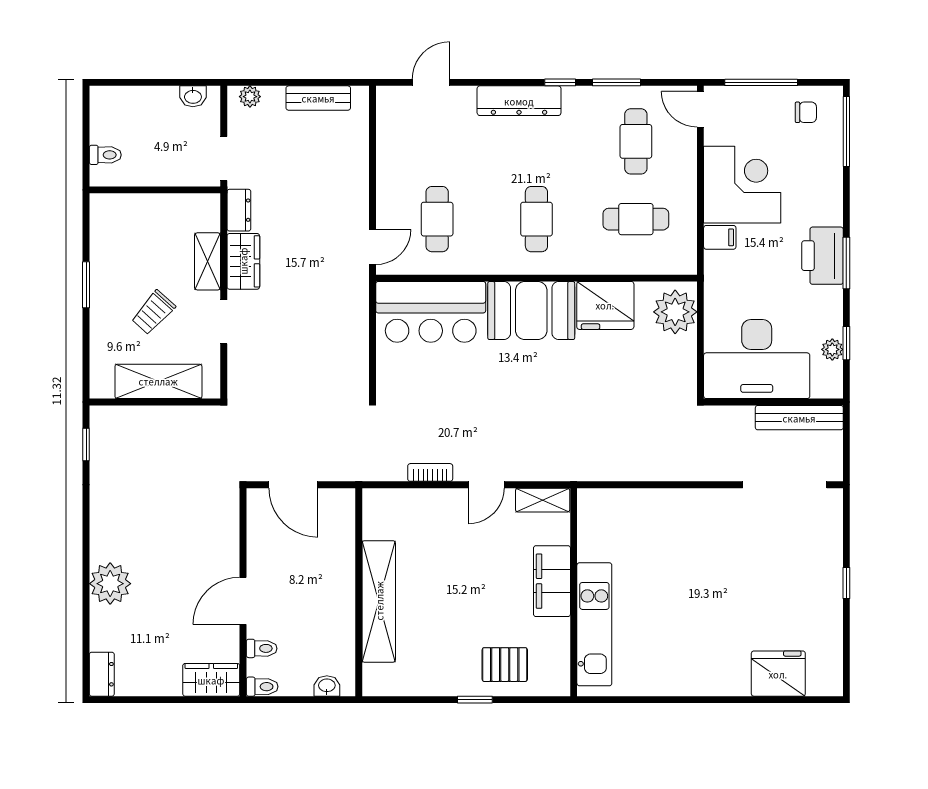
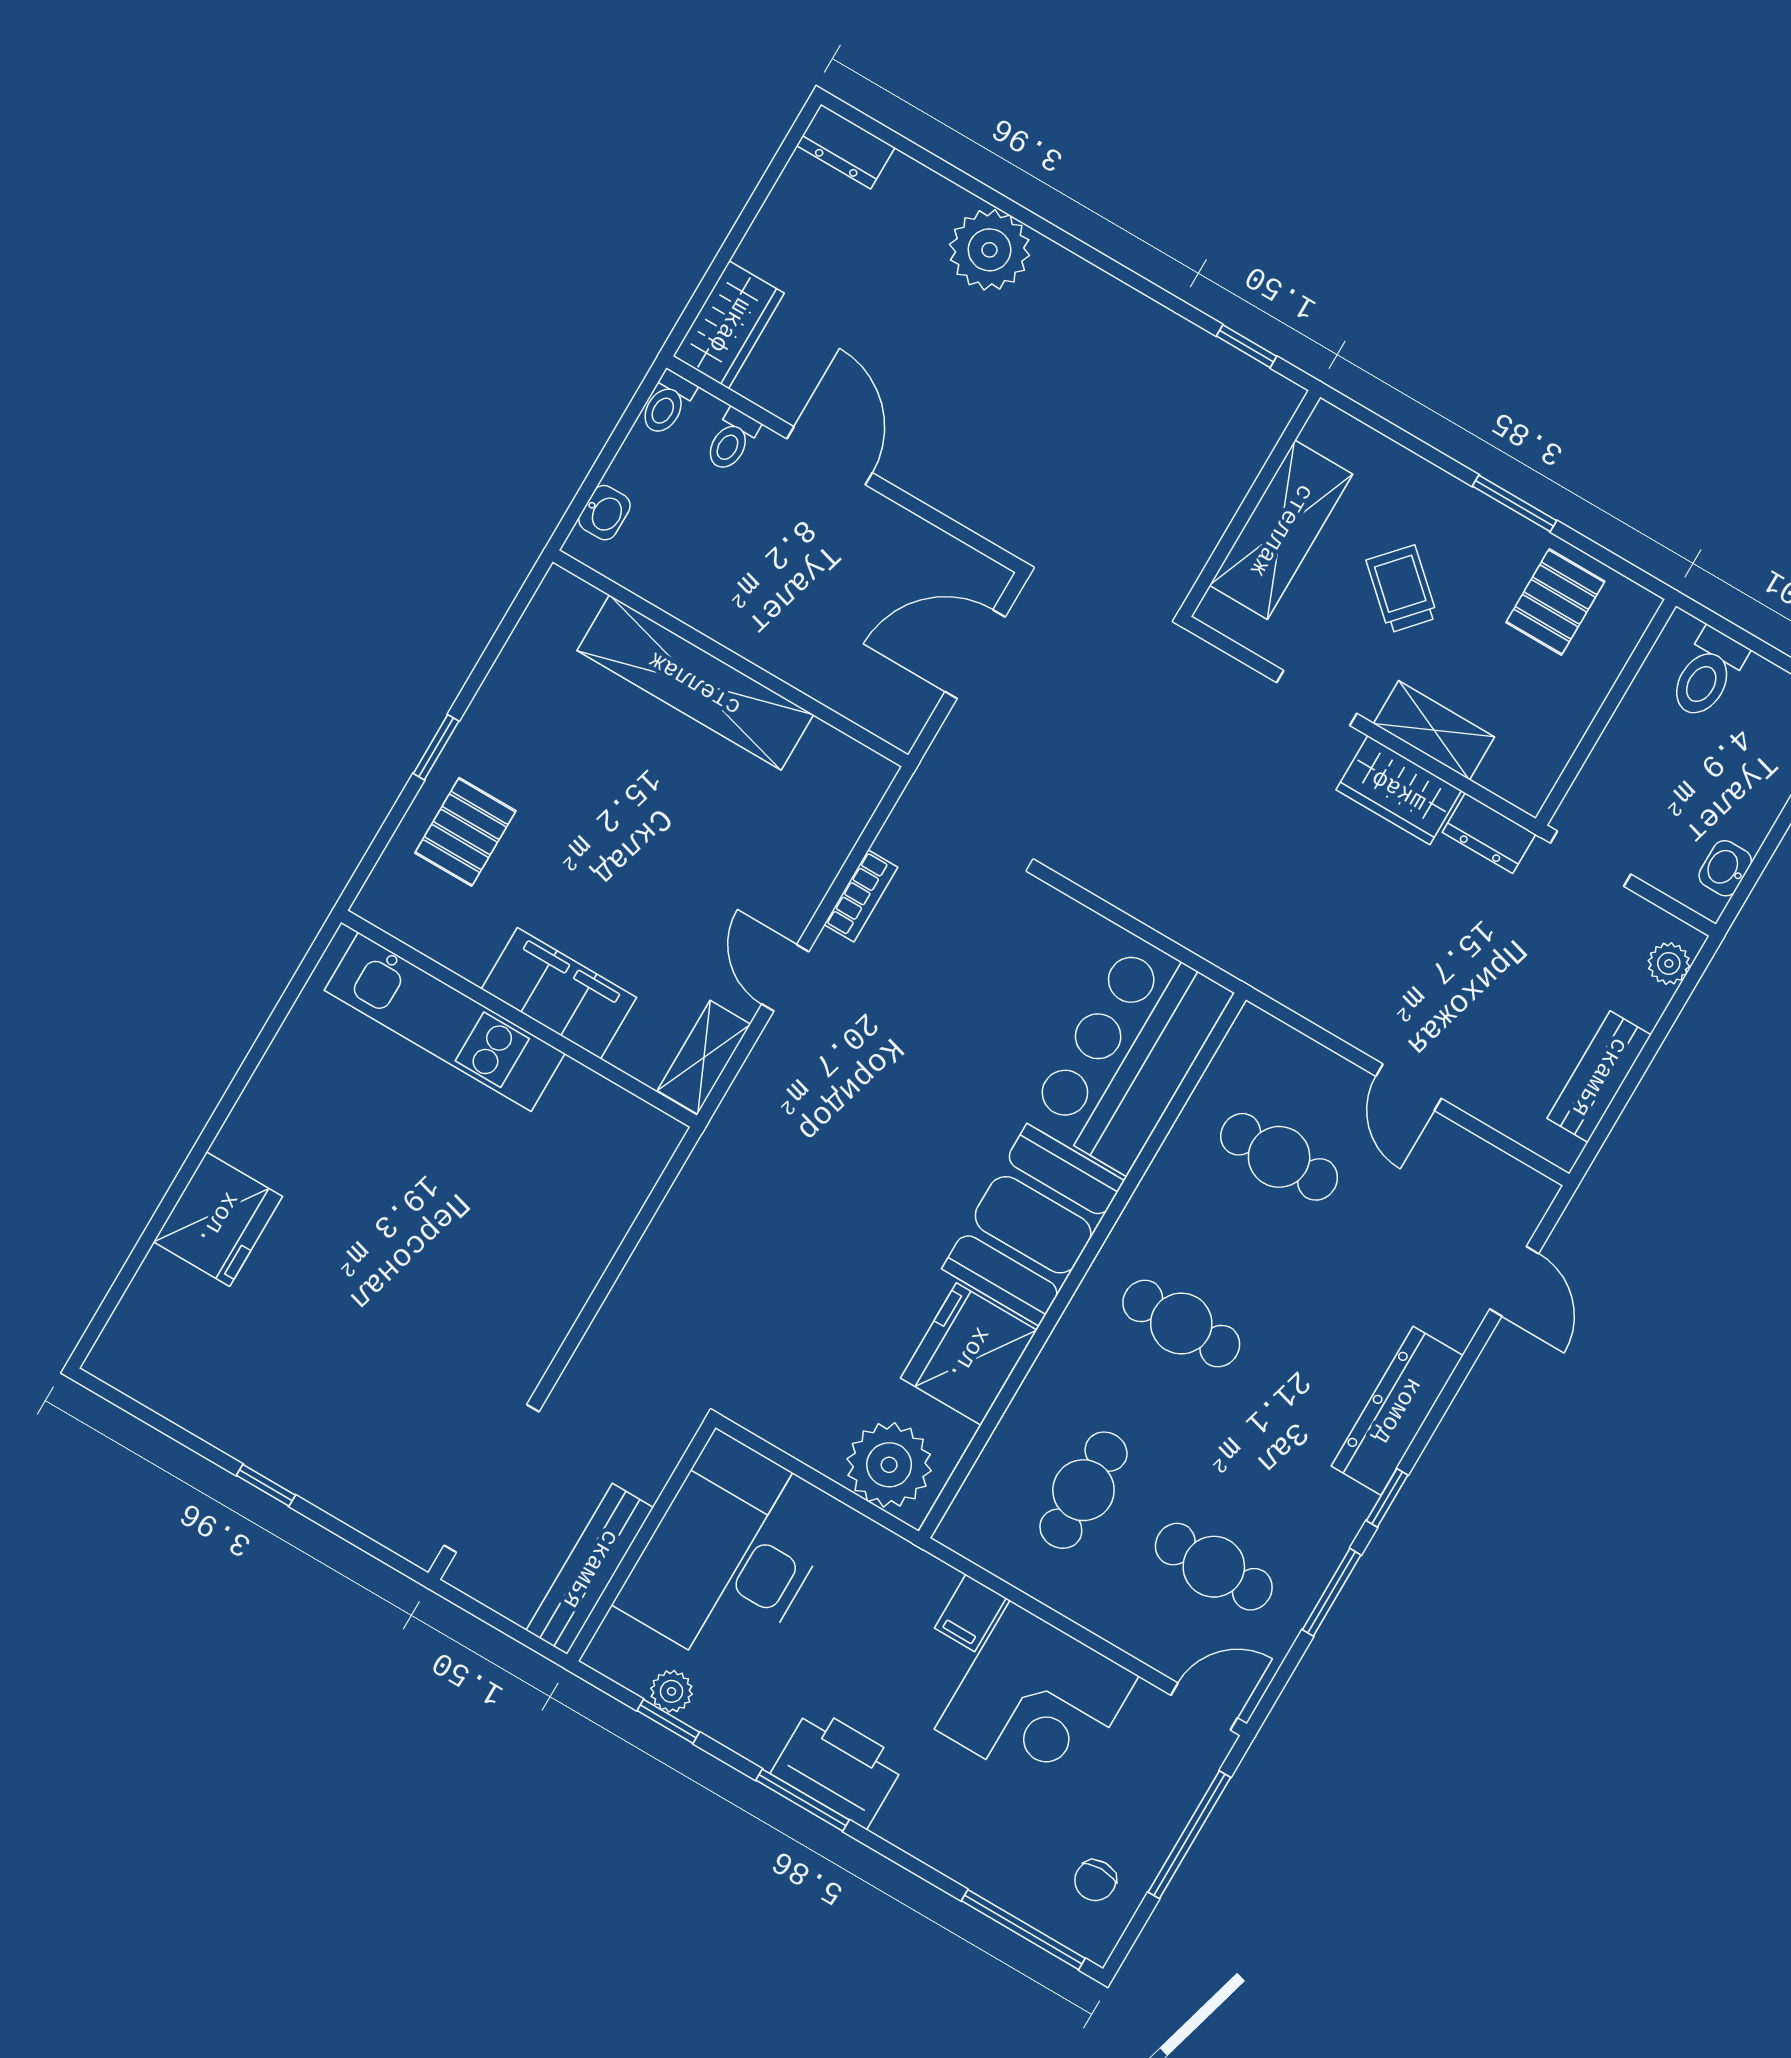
toilet: (105, 155) -> (1707, 674), width x1.37, depth x1.39
pallet: (119, 241) -> (1555, 602), added
door: (373, 247) -> (1409, 1087), moved
fridge: (778, 674) -> (218, 1219), moved

